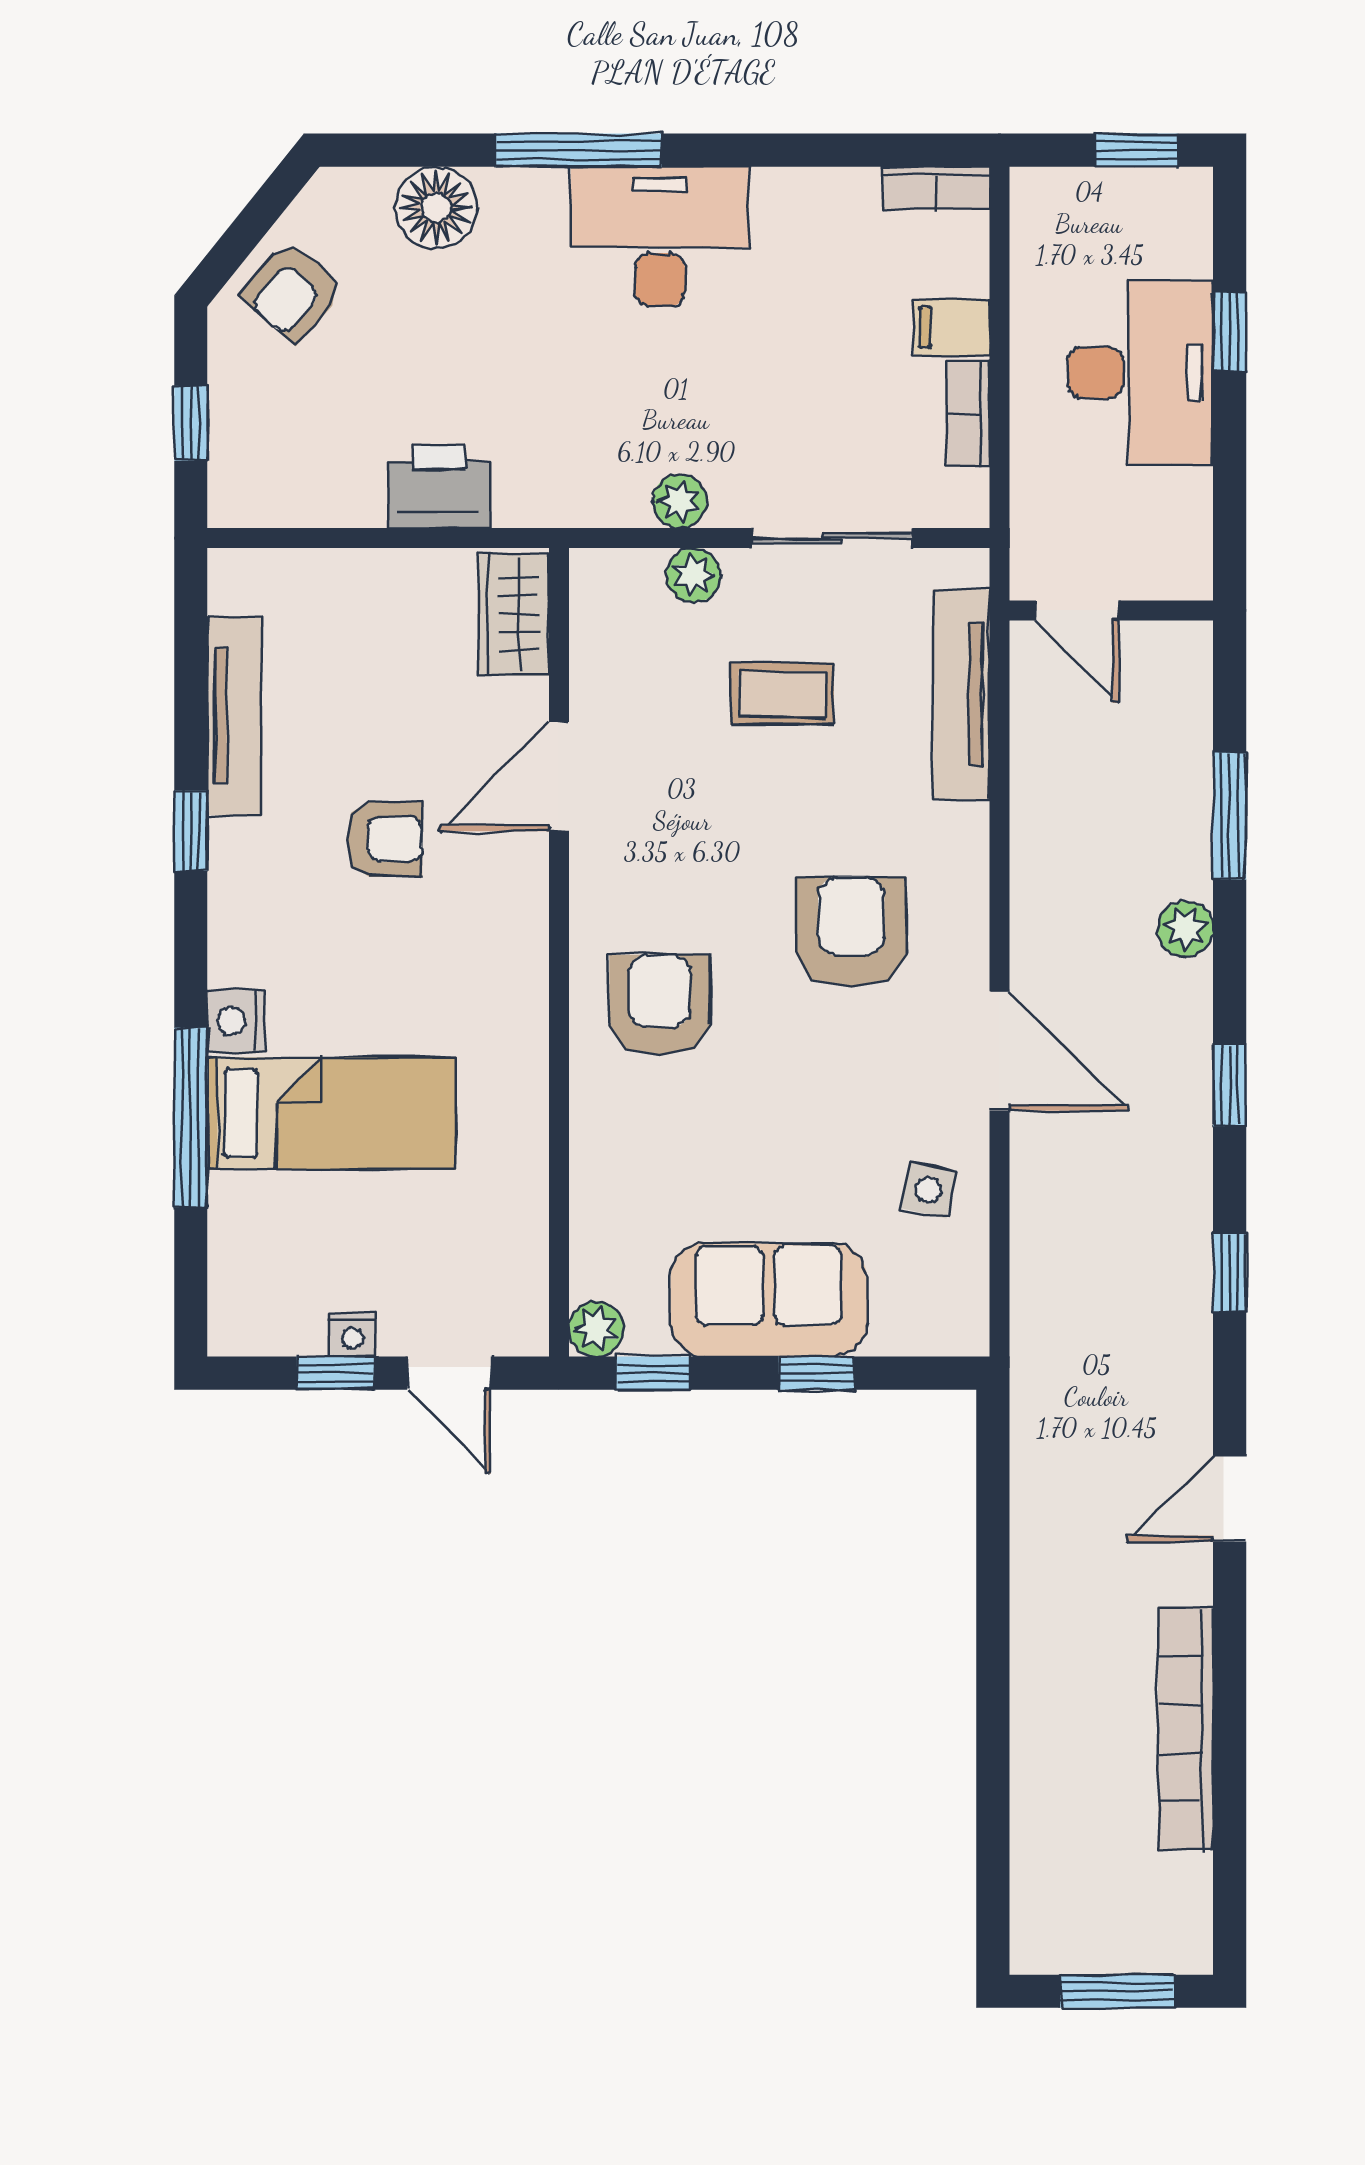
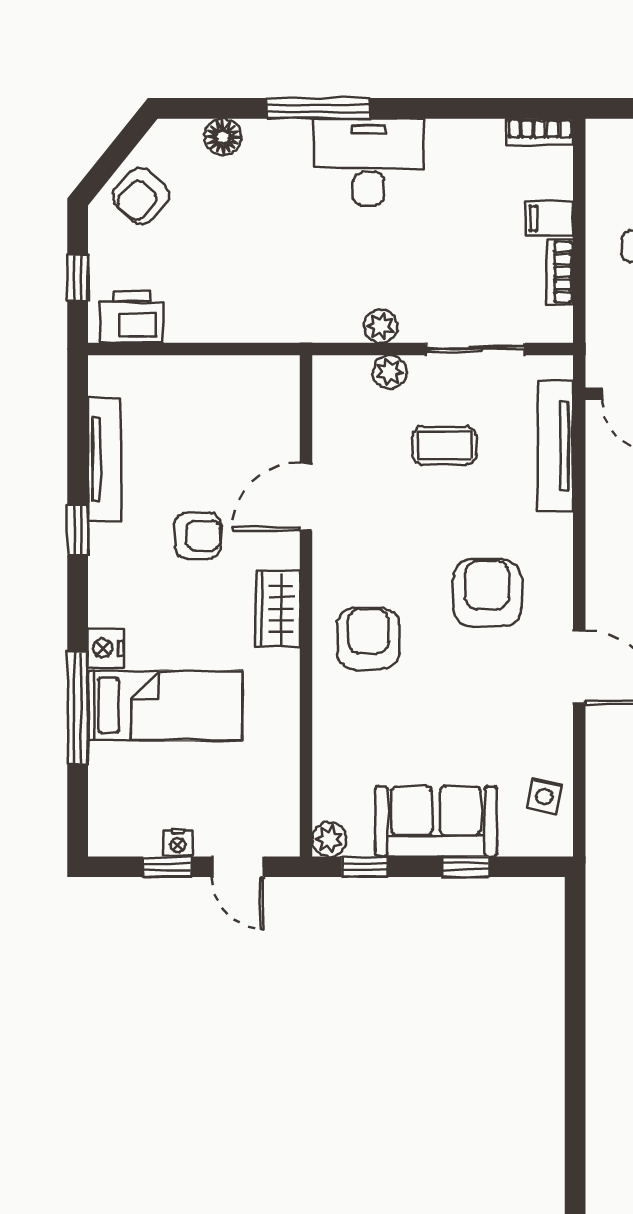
floor lamp: (436, 208) -> (223, 137), width x0.73, depth x0.73
printer: (439, 486) -> (132, 317), moved
wardrobe: (513, 614) -> (278, 609), moved
side table: (928, 1190) -> (545, 797), moved

